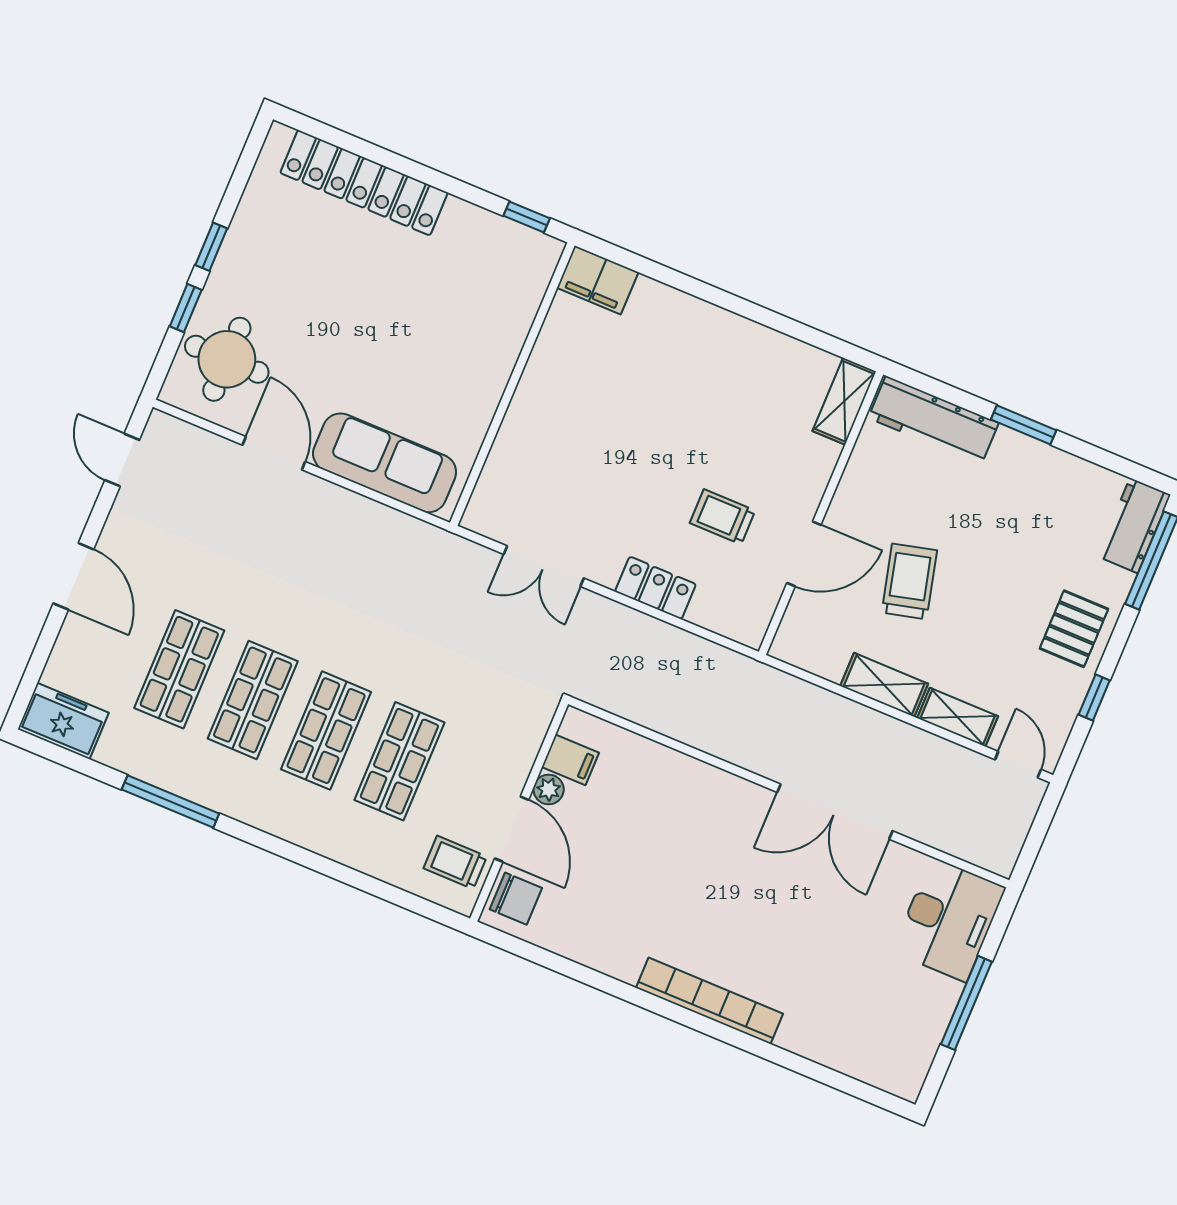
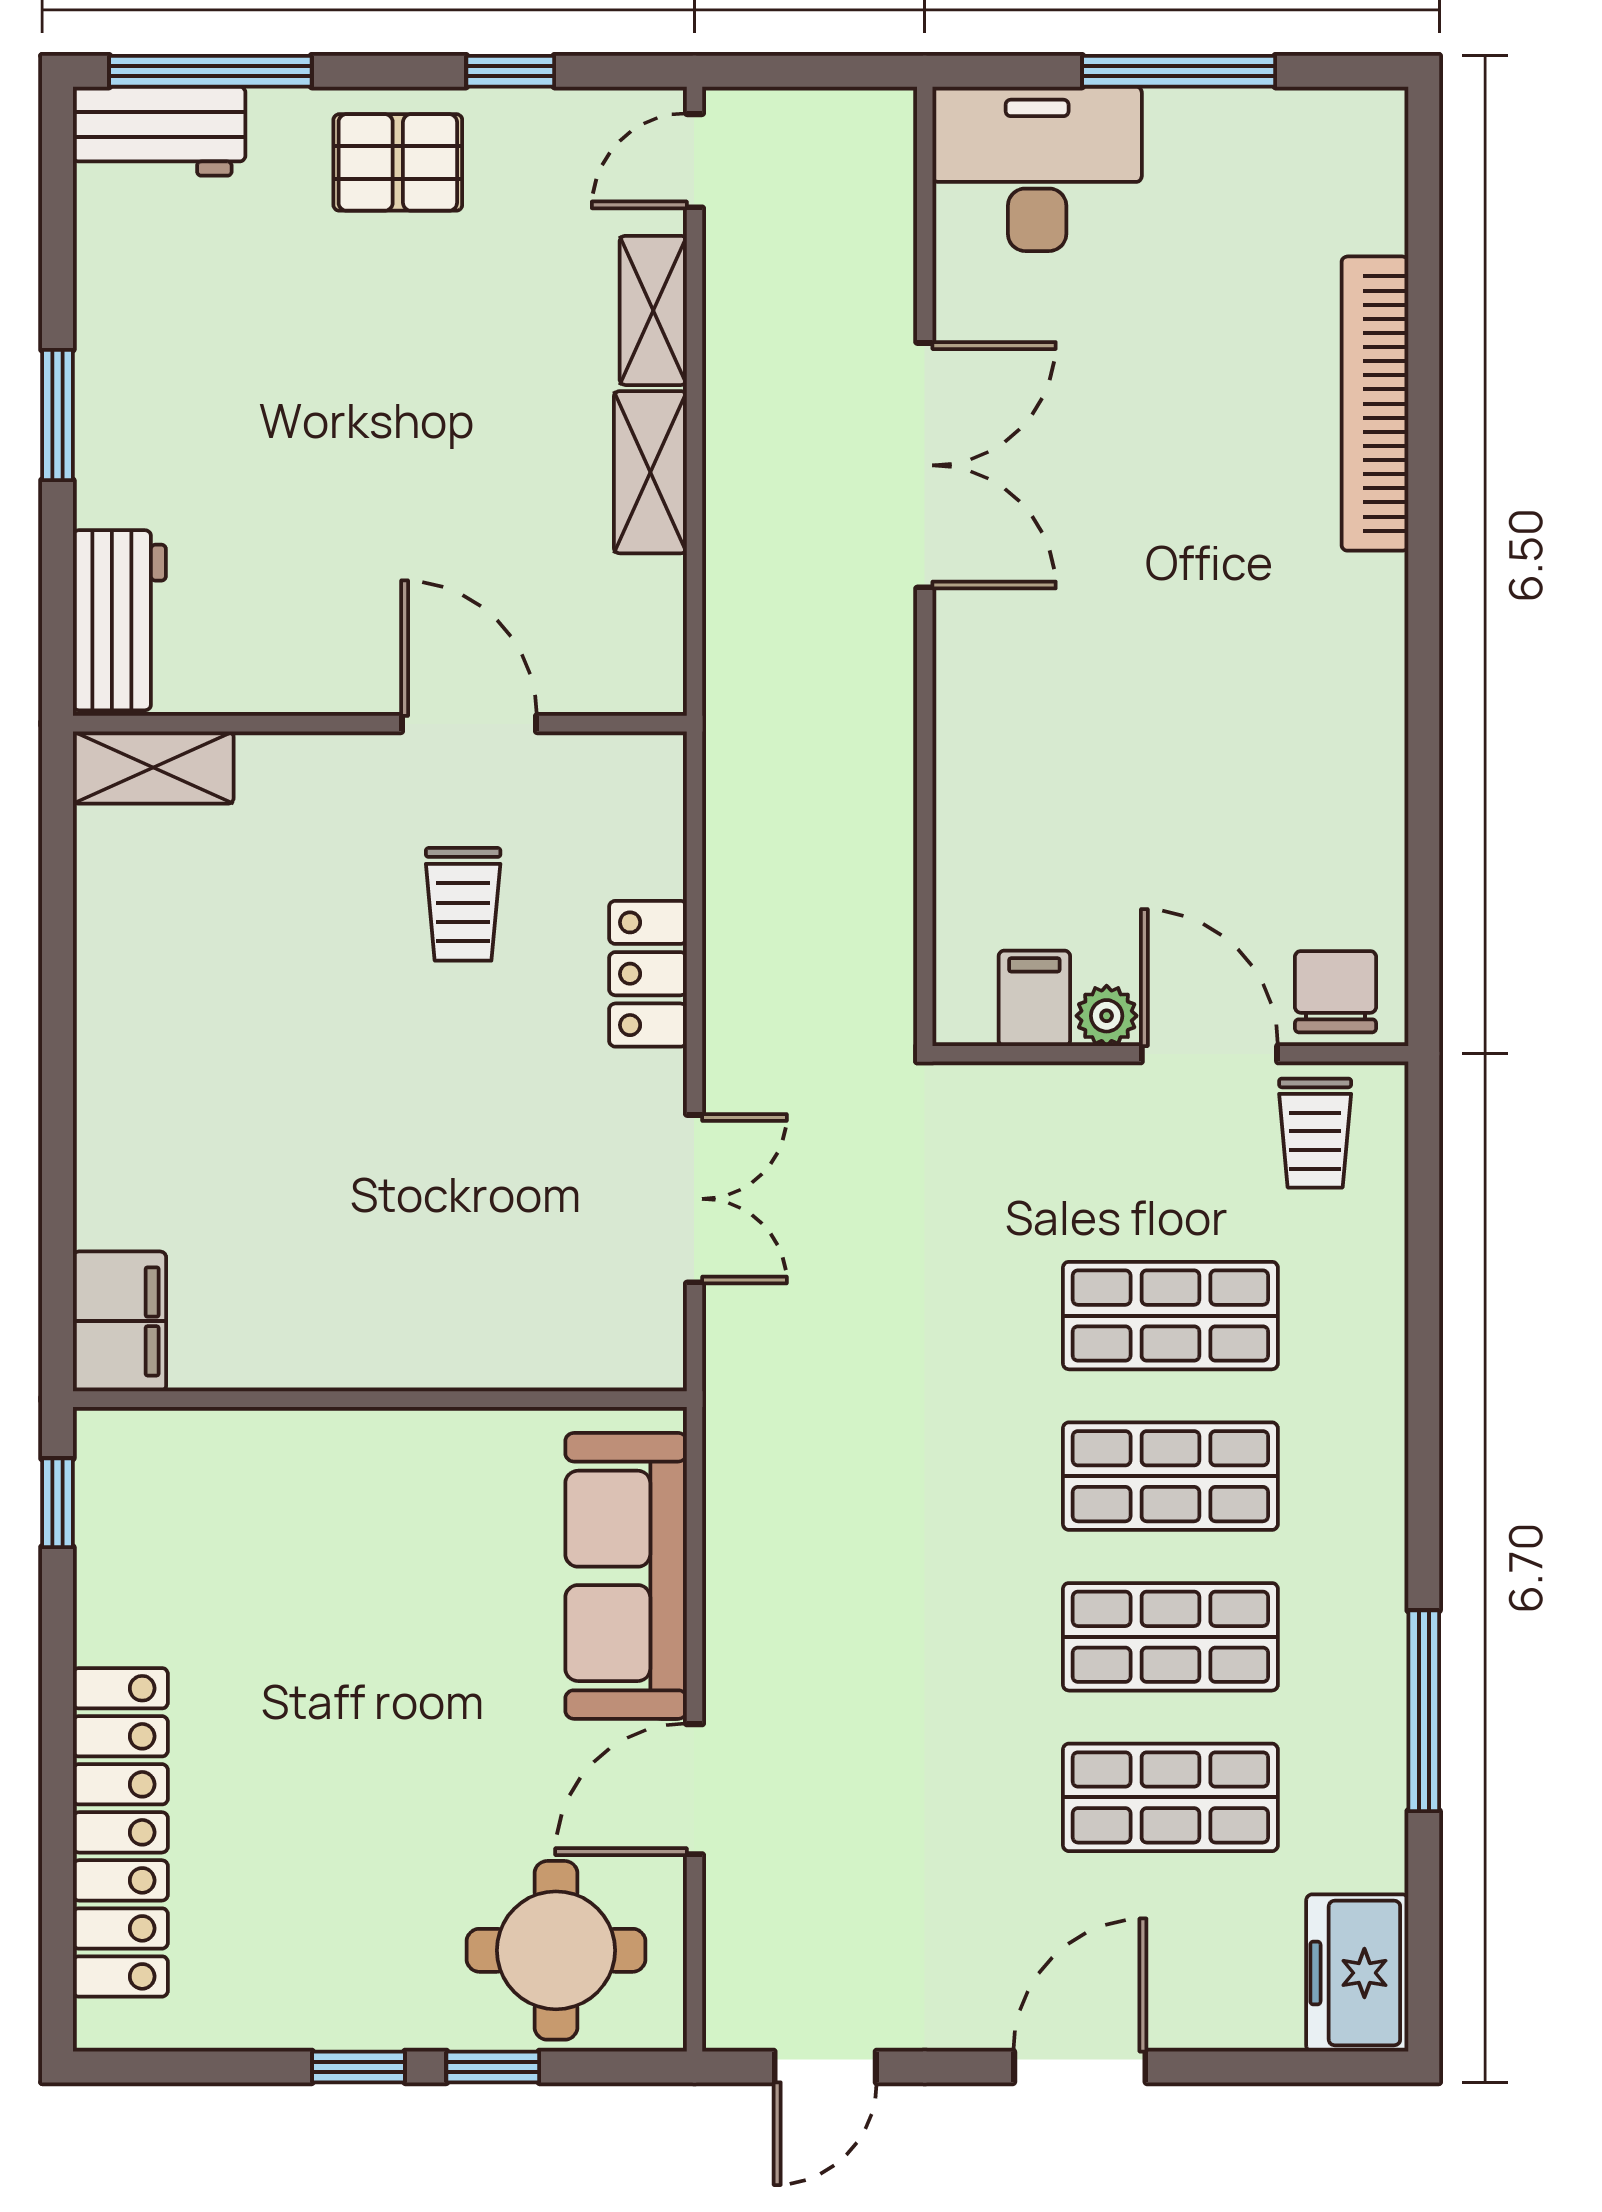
workbench: (933, 420) -> (119, 620), width x0.73
trolley: (909, 581) -> (438, 506), removed
door: (512, 829) -> (1209, 1054), hinge flipped
bookcase: (709, 1001) -> (1375, 404), moved

